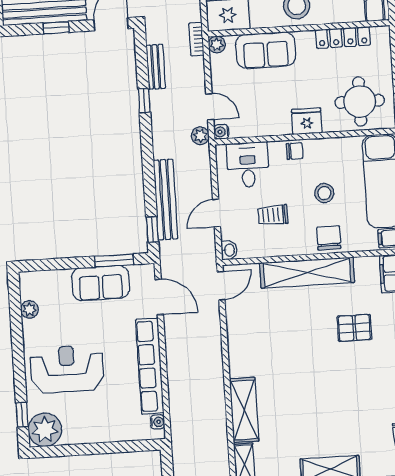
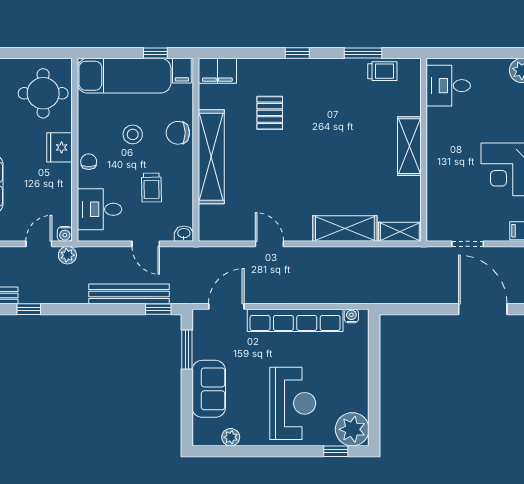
sofa: (101, 283) -> (209, 389), moved
door: (221, 286) -> (269, 244), moved
reception desk: (67, 369) -> (293, 403), turned 180

